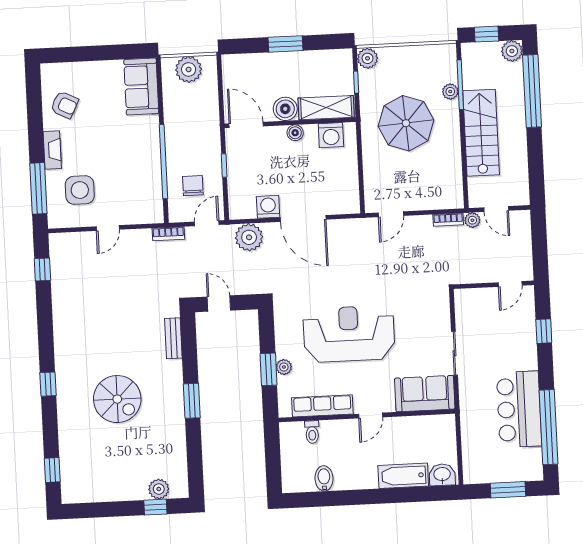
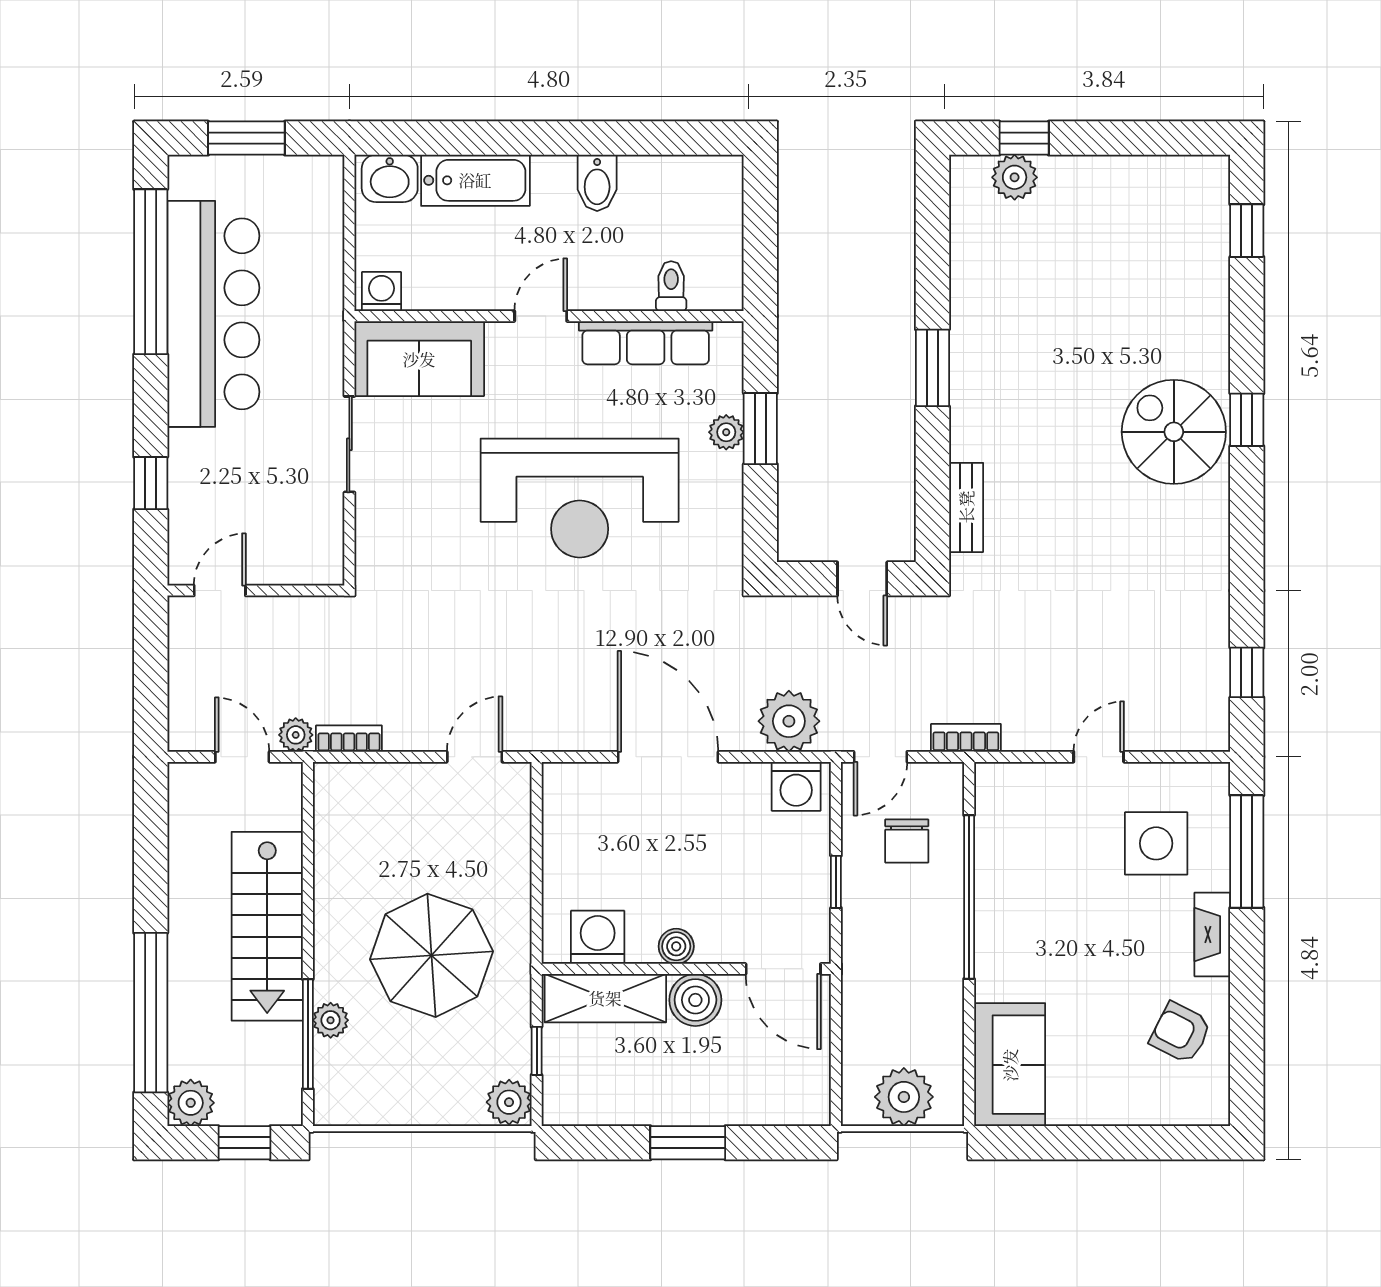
washing machine: (268, 207) -> (796, 786), moved
spiral stairs: (117, 399) -> (1174, 432), moved
bar counter: (519, 409) -> (213, 314), width x1.36
washing machine: (443, 423) -> (382, 291), added
bidet: (324, 478) -> (597, 183), moved

